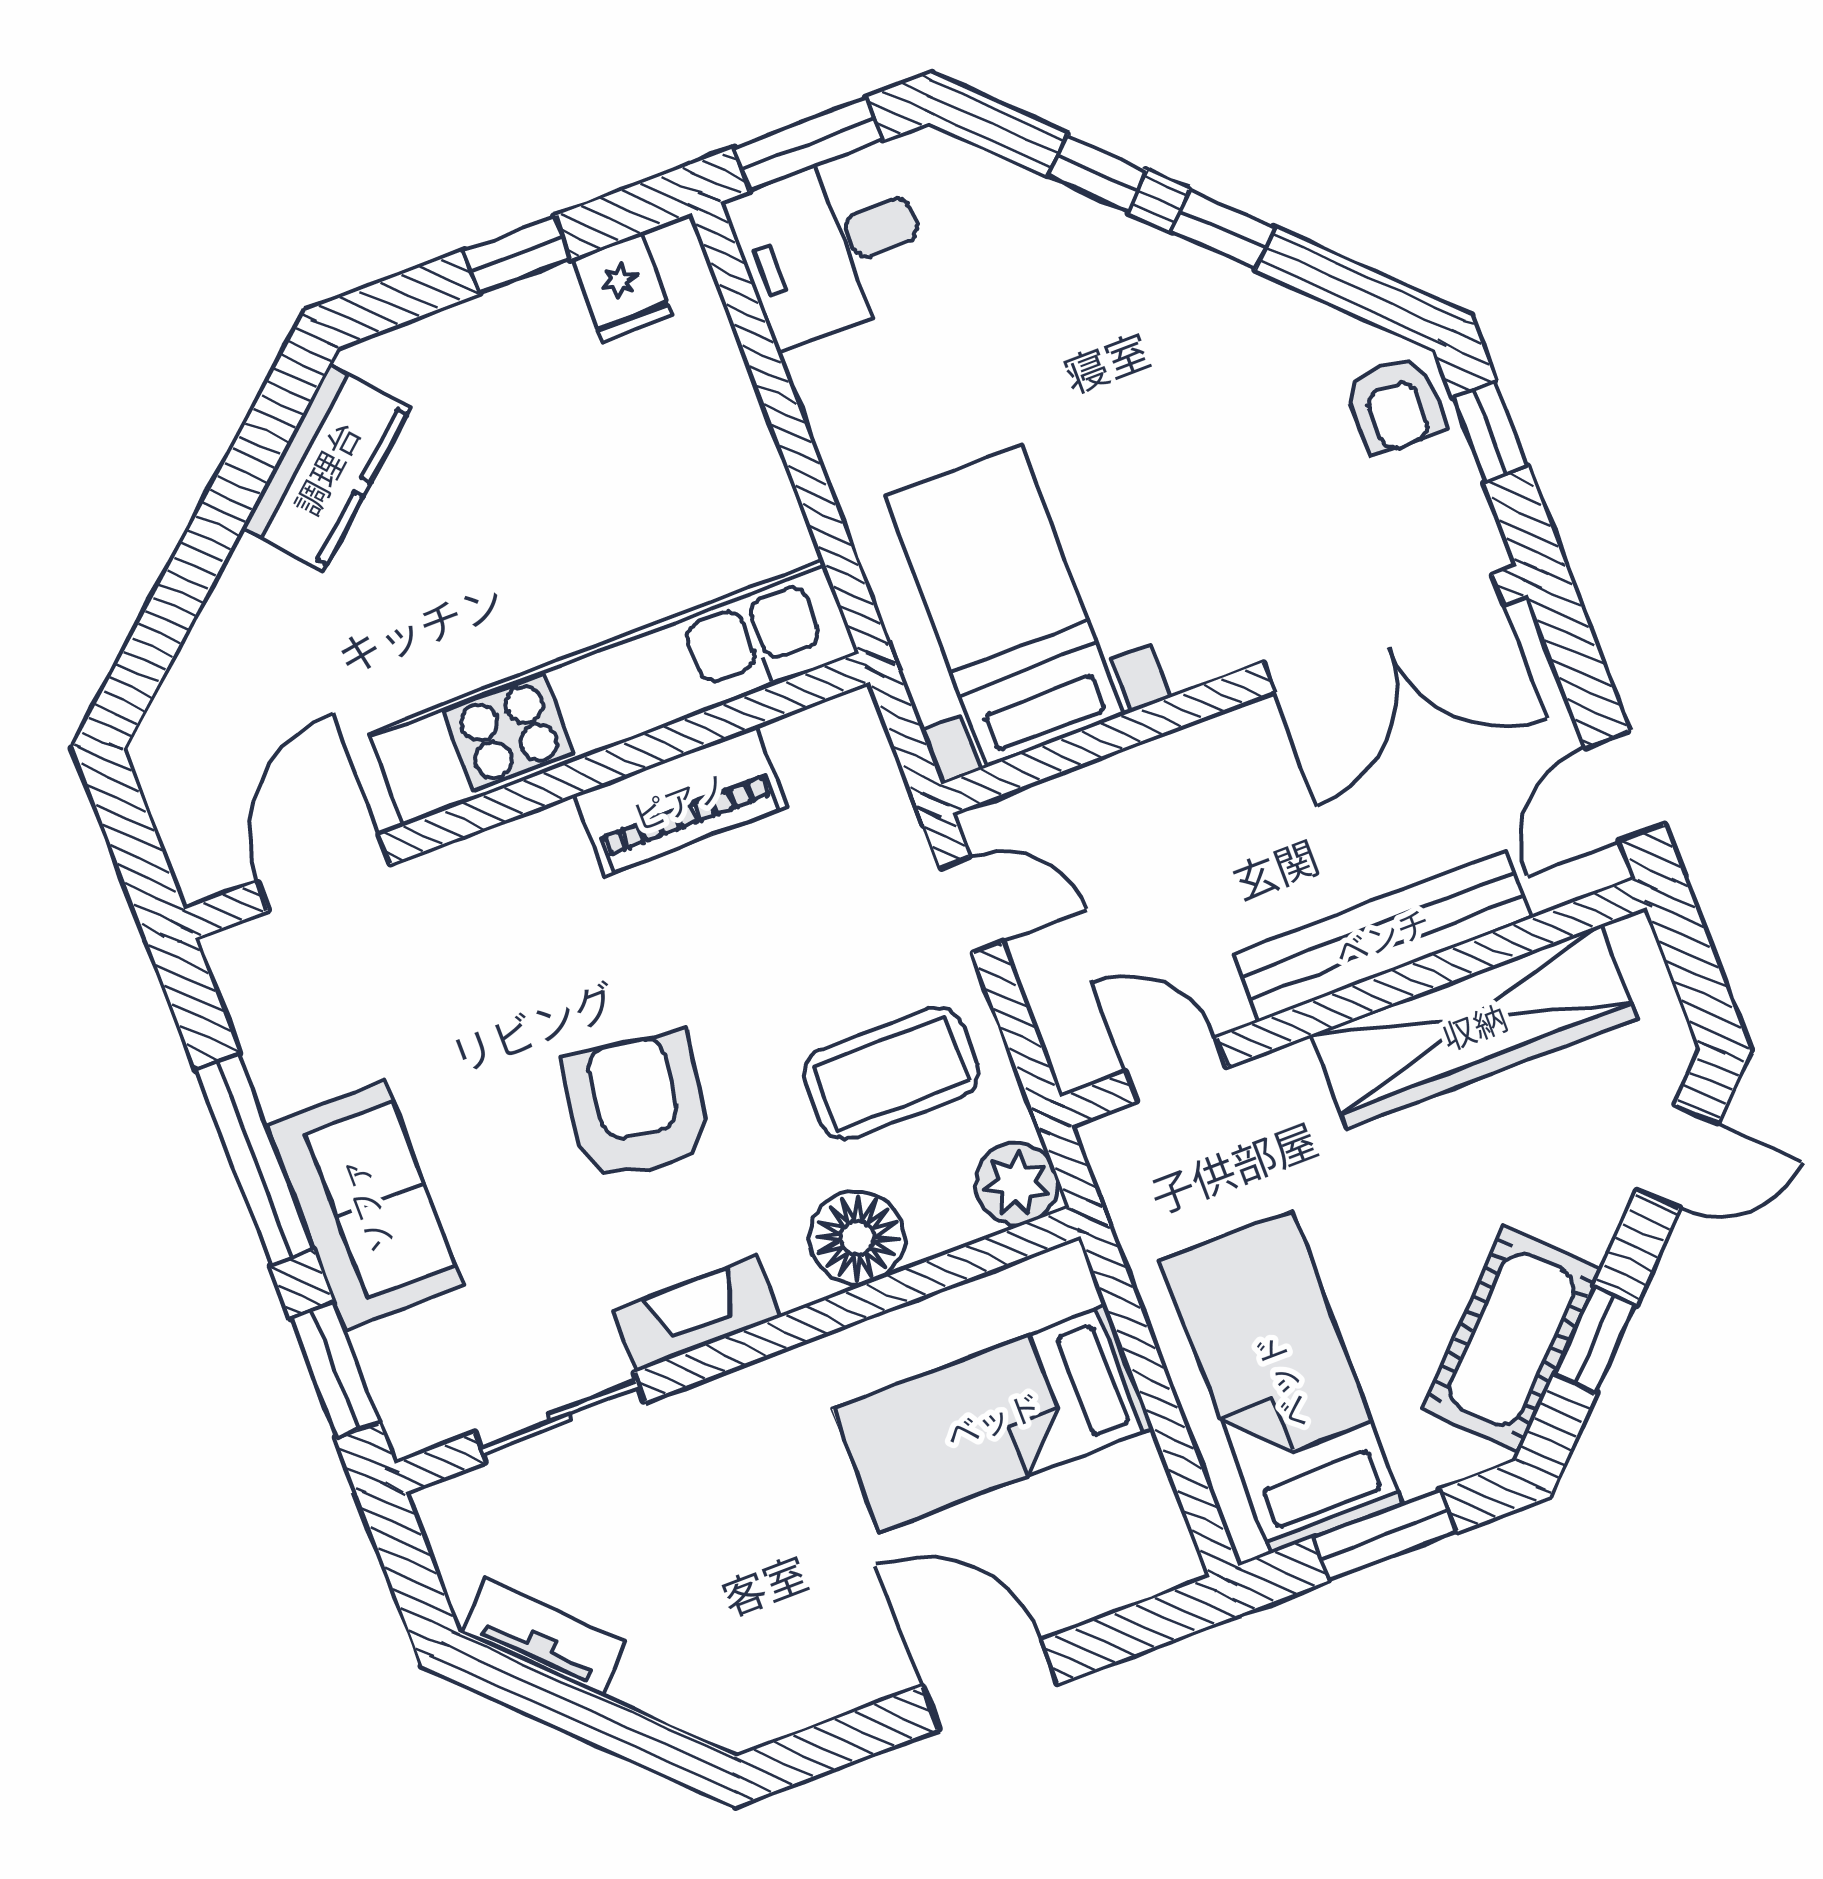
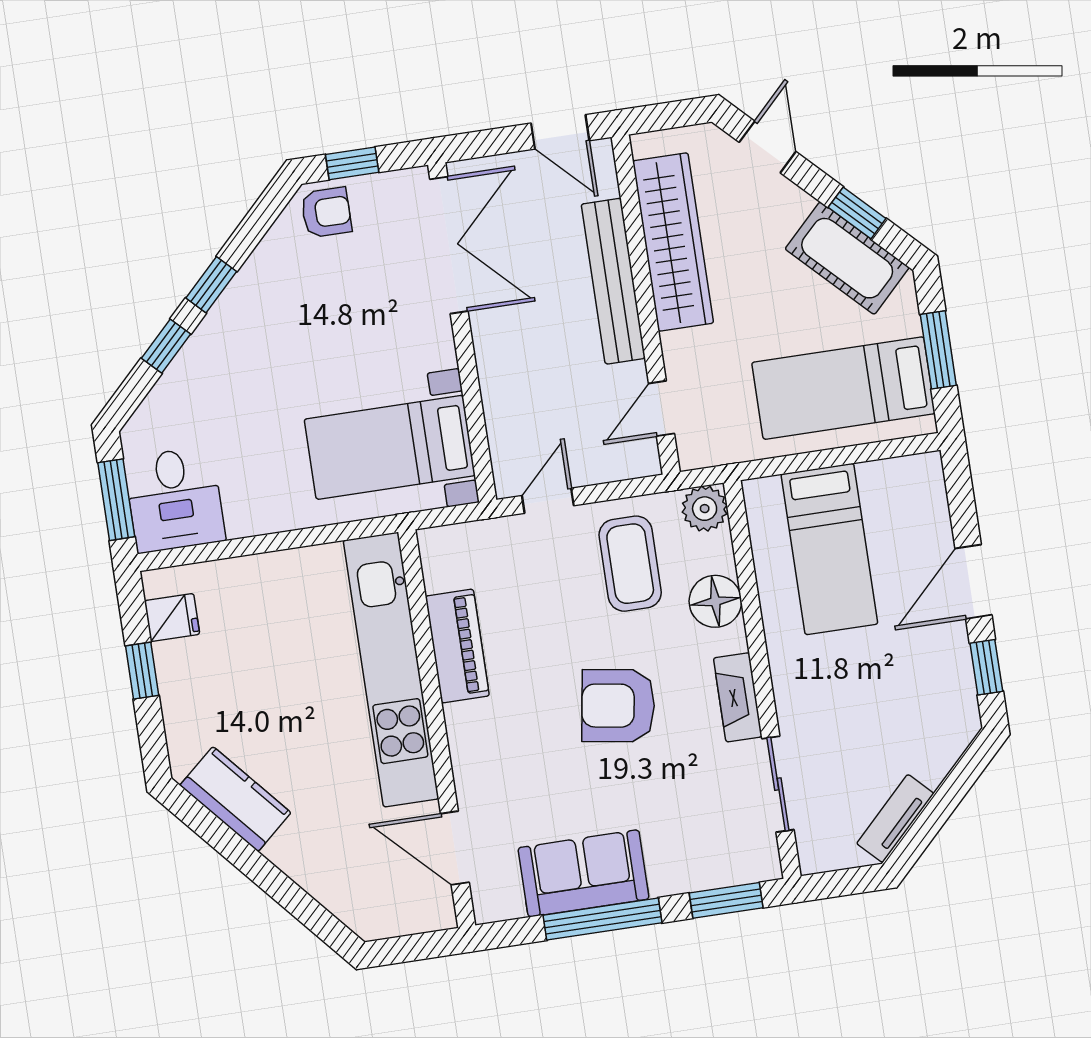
sofa: (365, 1206) -> (584, 873), moved
window: (844, 1740) -> (986, 667), added

